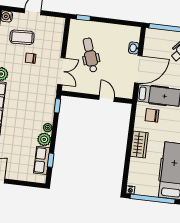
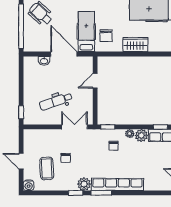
chair: (37, 109) -> (114, 146), added

